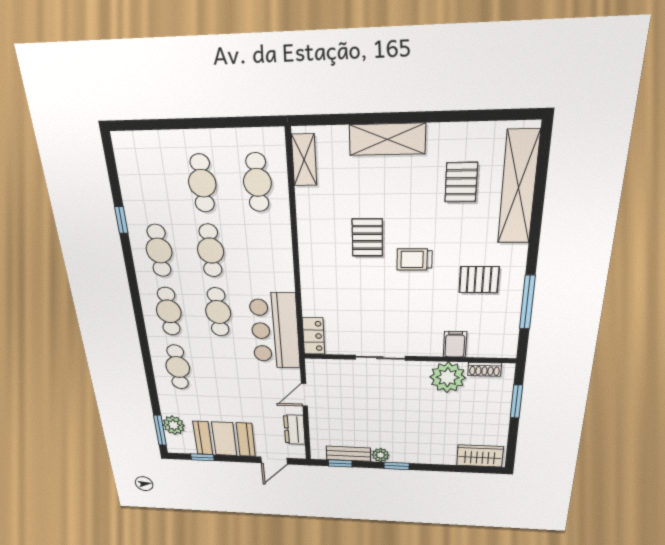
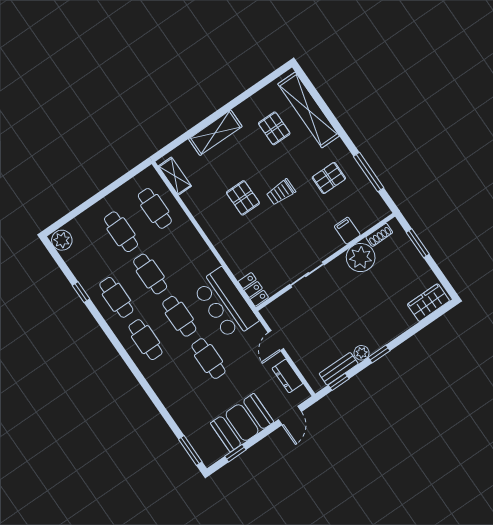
cafe table: (178, 367) -> (208, 359), moved
plant: (174, 425) -> (62, 240), moved

